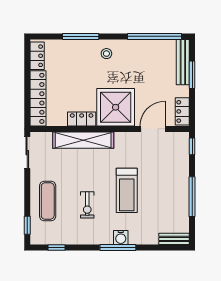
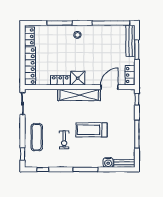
shower: (116, 107) -> (78, 78), width x0.54, depth x0.54
shelving: (83, 140) -> (79, 95), moved
treadmill: (127, 190) -> (92, 130), turned 90
water cooler: (121, 238) -> (108, 162), moved

